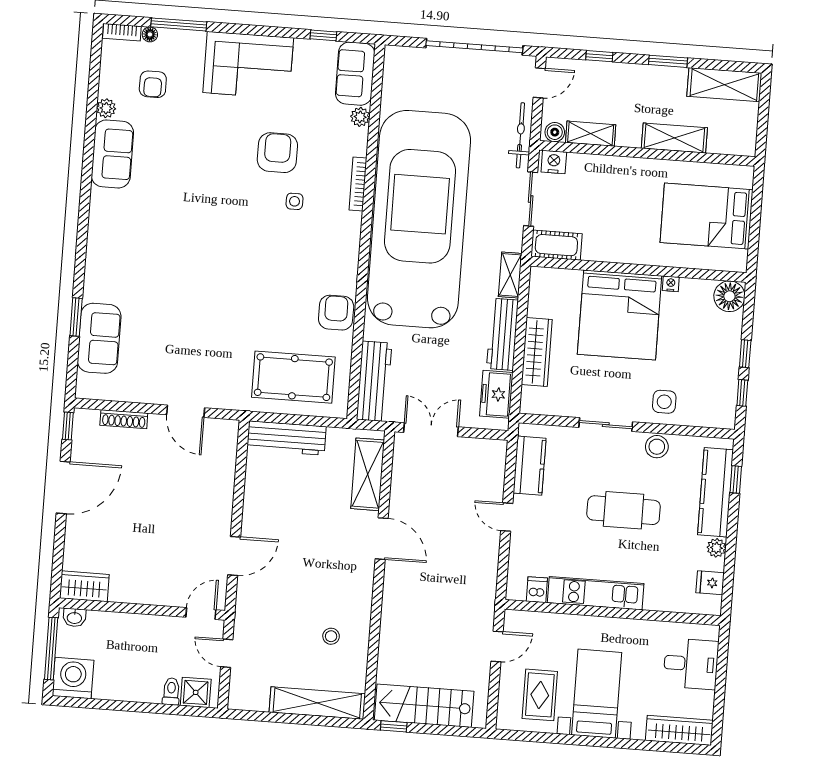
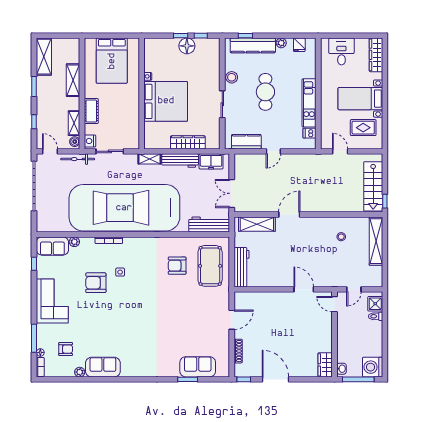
cot: (556, 245) -> (91, 111), moved
floor lamp: (729, 296) -> (187, 46), moved
armchair: (336, 313) -> (177, 266), moved
side table: (664, 402) -> (208, 75), removed

